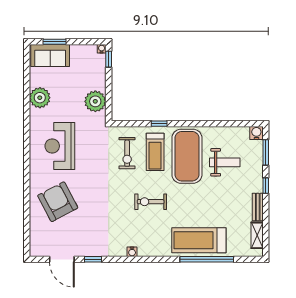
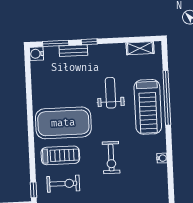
window: (159, 124) -> (33, 190), moved
weight bench: (225, 162) -> (111, 93), moved
bench: (258, 207) -> (73, 51), moved
water cooler: (132, 252) -> (162, 158), moved

